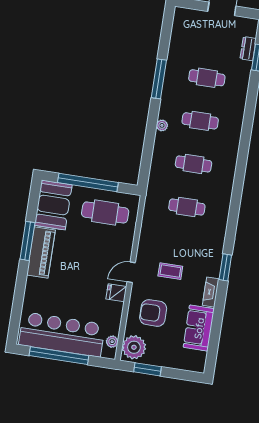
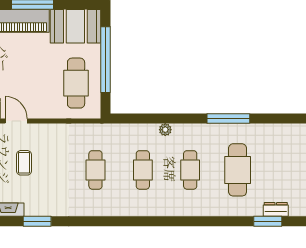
cafe table: (207, 78) -> (238, 170), width x1.37, depth x1.35
plant: (162, 125) -> (165, 130), moved

